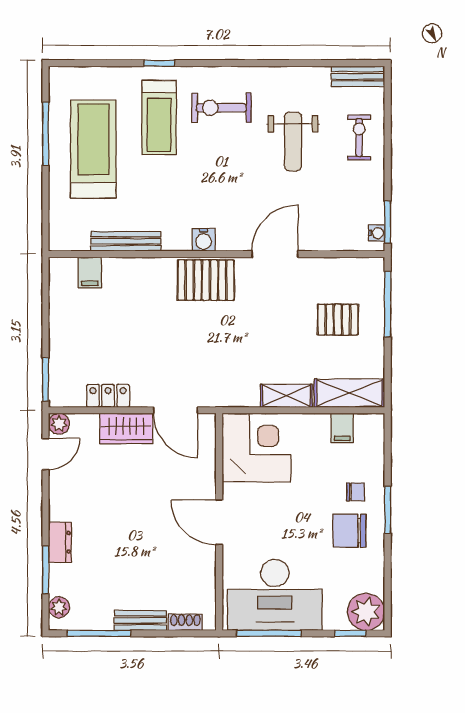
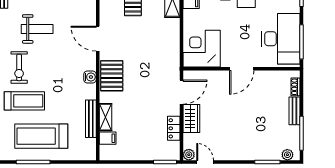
shelving: (286, 396) -> (105, 117), moved
dresser: (60, 542) -> (252, 154), removed

